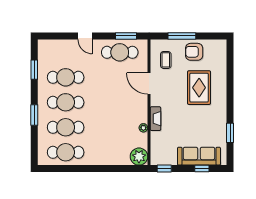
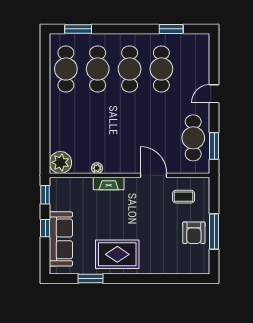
window: (182, 36) -> (214, 231), moved
armchair: (194, 52) -> (194, 233), turned 180
door: (149, 84) -> (153, 175), hinge flipped
rug: (199, 88) -> (117, 254), moved
window: (34, 115) -> (78, 29), moved
window: (202, 169) -> (45, 228), moved

